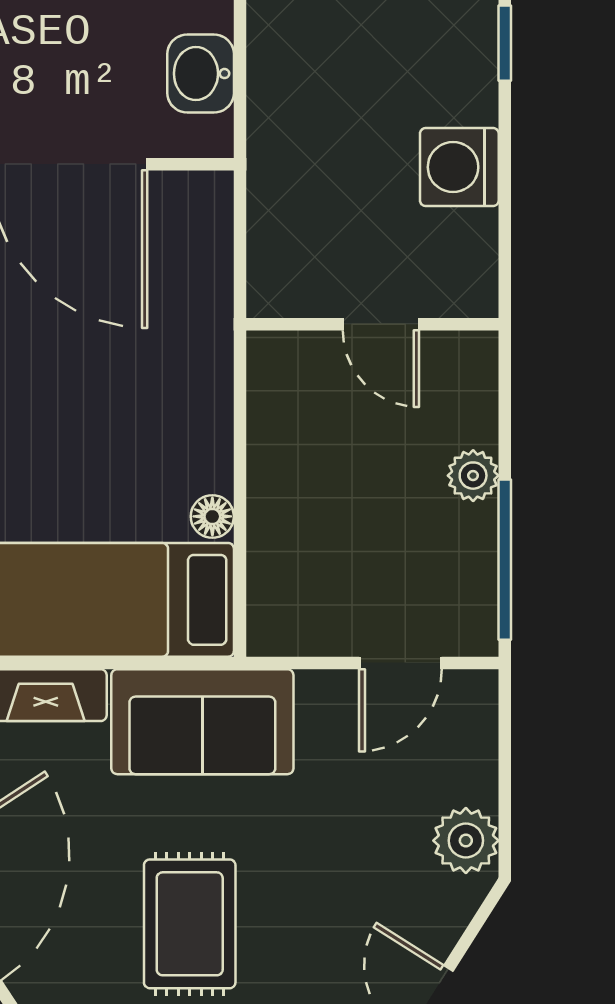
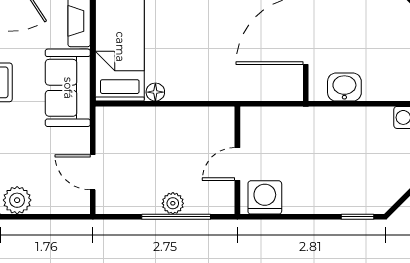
washing machine: (459, 167) -> (265, 197), moved
window: (505, 560) -> (176, 217), moved

